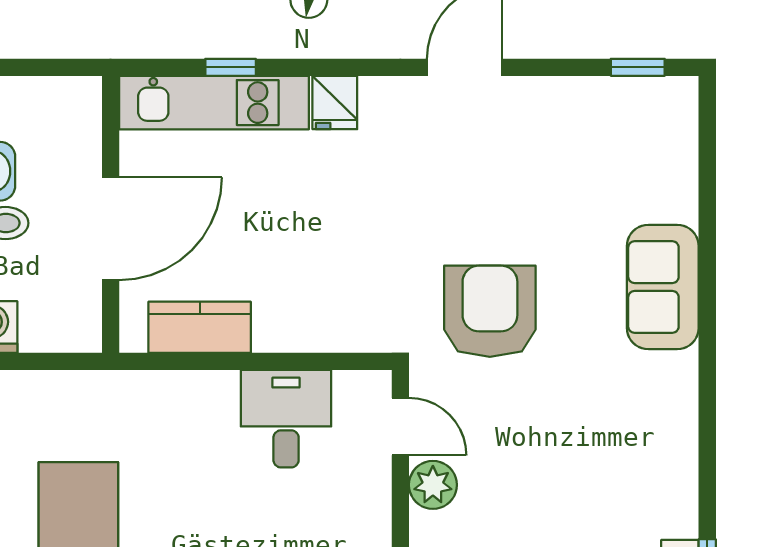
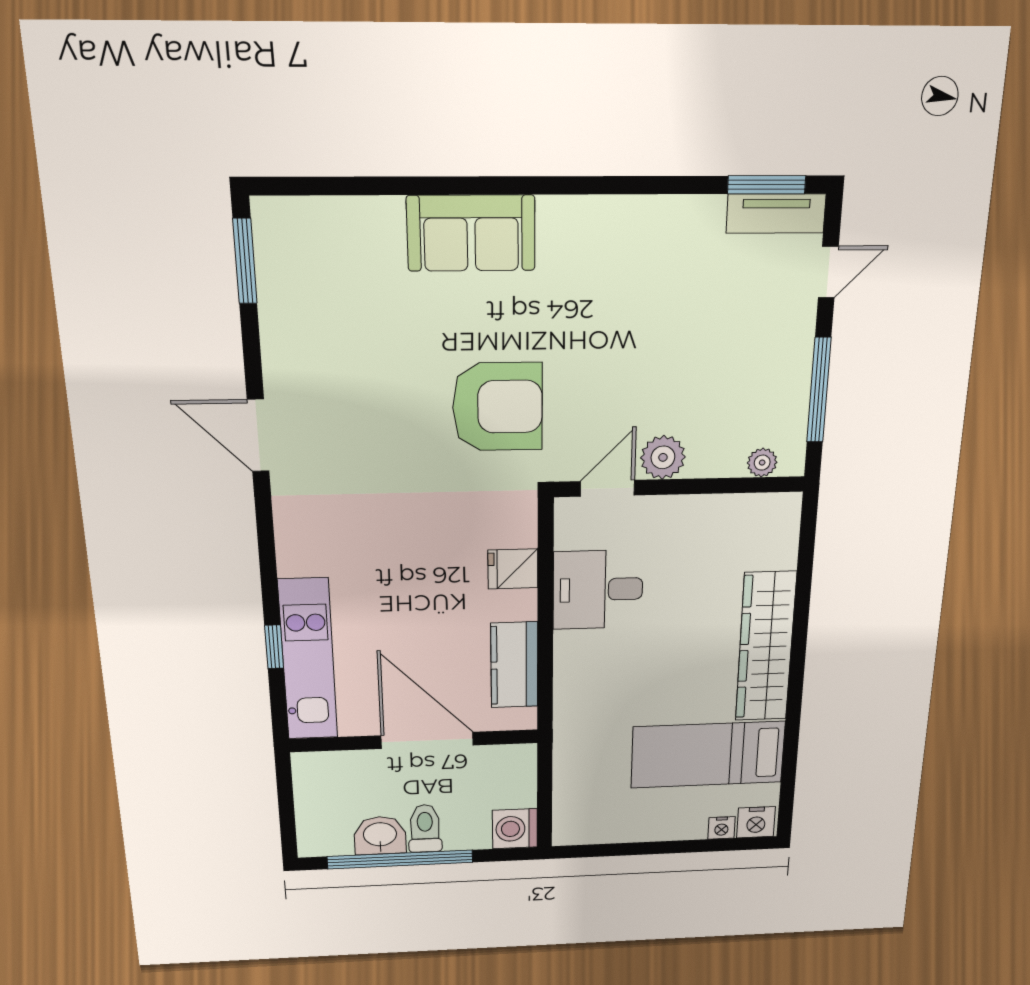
window: (638, 67) -> (245, 261), width x1.50
fridge: (335, 103) -> (513, 569), moved, turned 180
armchair: (490, 311) -> (498, 407), turned 180

